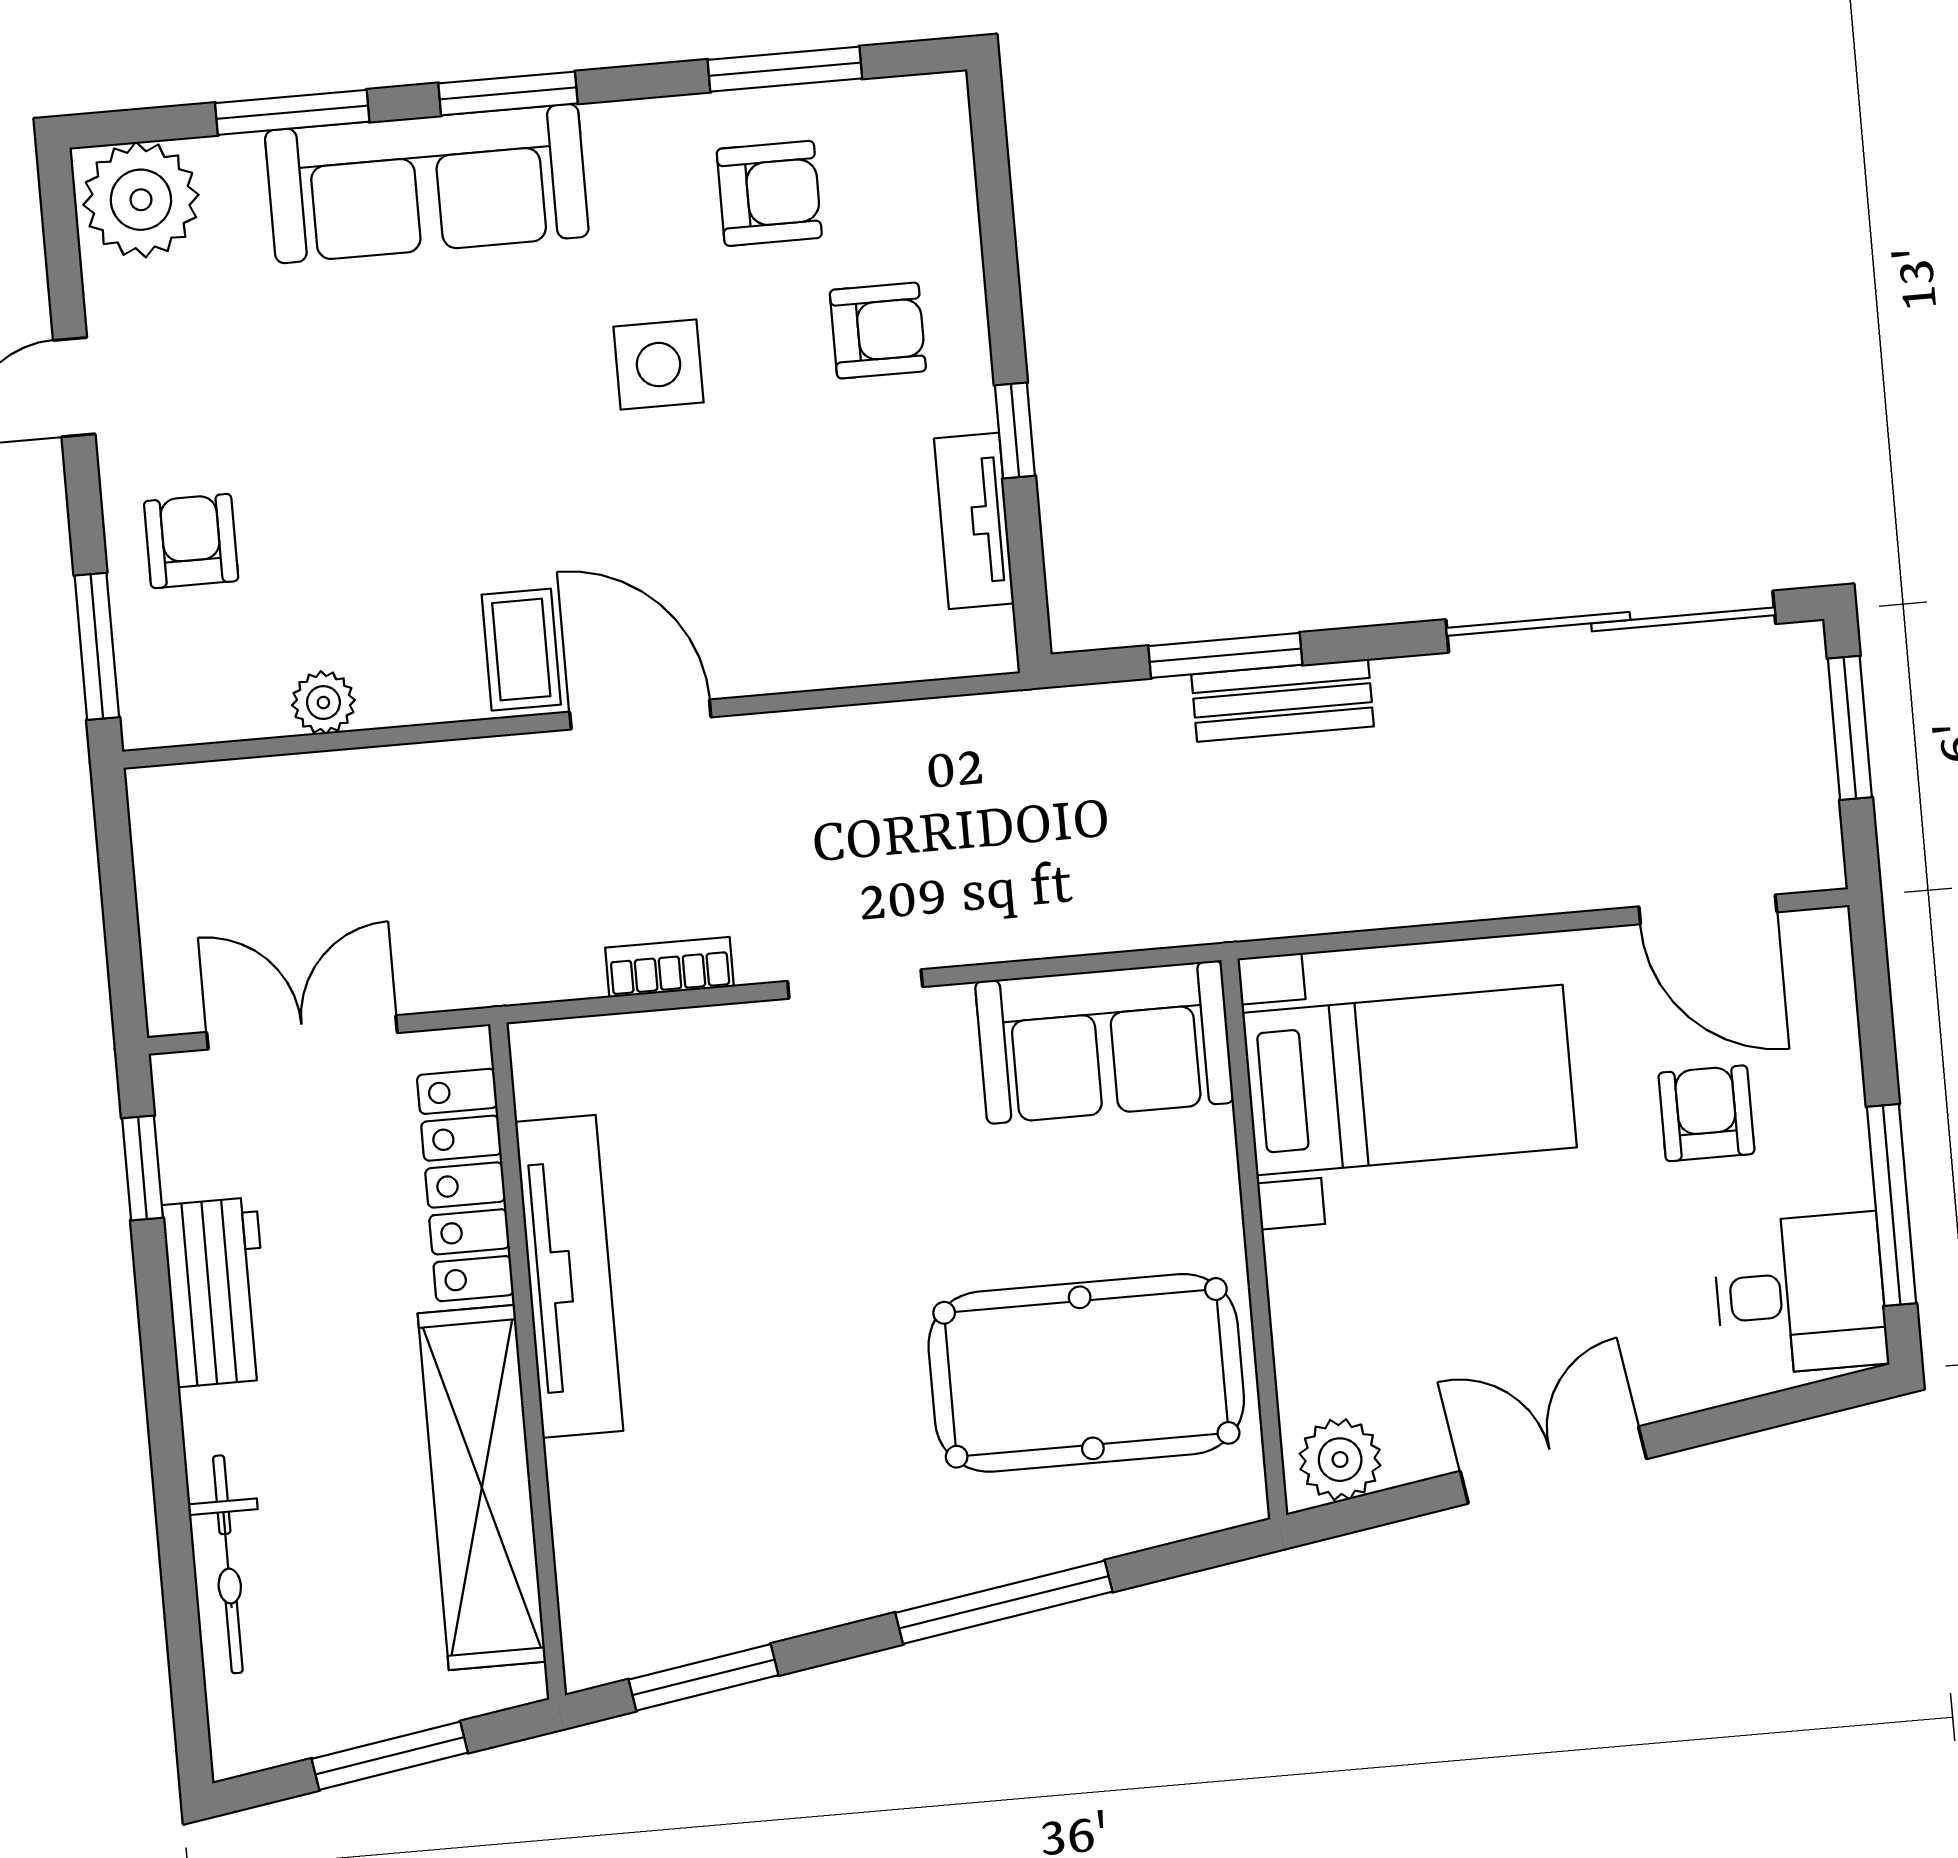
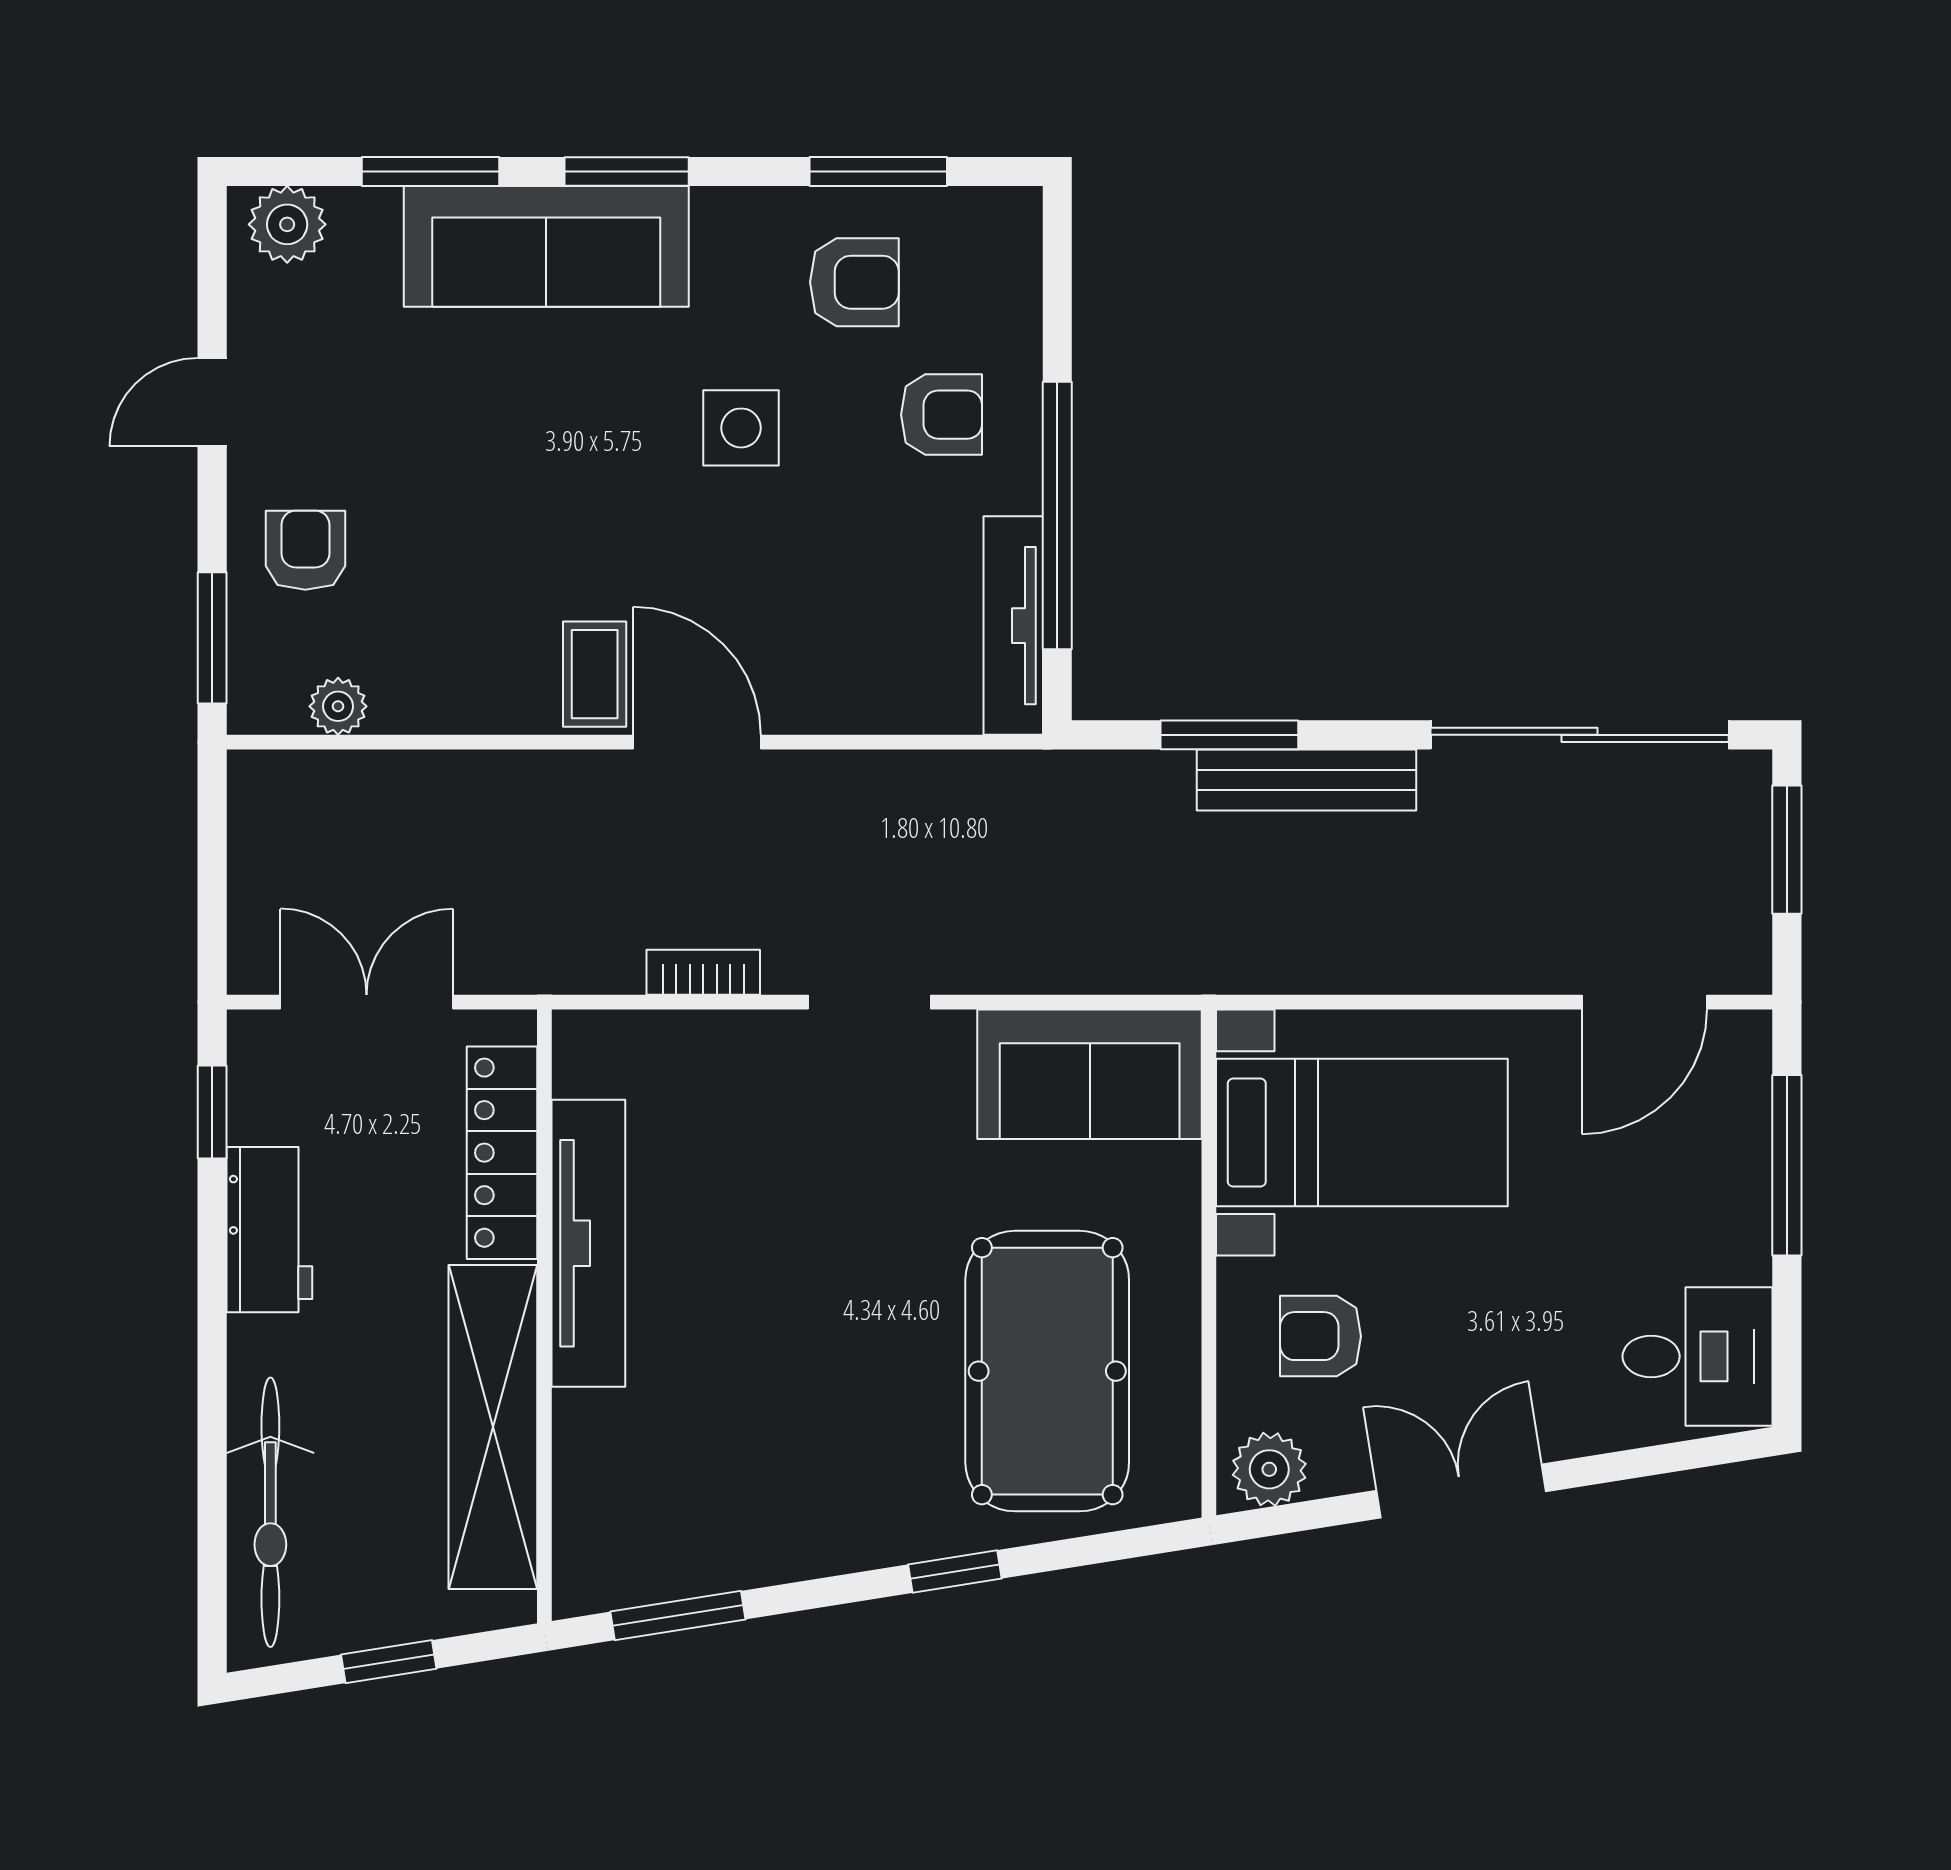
plant: (141, 200) -> (287, 224), width x0.73, depth x0.73
window: (1015, 430) -> (1057, 515), width x3.17
tv unit: (974, 521) -> (1013, 626), width x1.41
bench: (1283, 700) -> (1307, 780), width x1.36
plant: (323, 703) -> (338, 706), moved
door: (1708, 909) -> (1644, 1002), hinge flipped
armchair: (1706, 1113) -> (1321, 1336), moved, turned -90
window: (1892, 1205) -> (1787, 1165), moved
pool table: (1086, 1373) -> (1047, 1371), turned 90
bicycle: (228, 1564) -> (270, 1512), width x1.37, depth x1.40
window: (1004, 1602) -> (955, 1572), width x0.46
window: (390, 1756) -> (389, 1662), width x0.67

